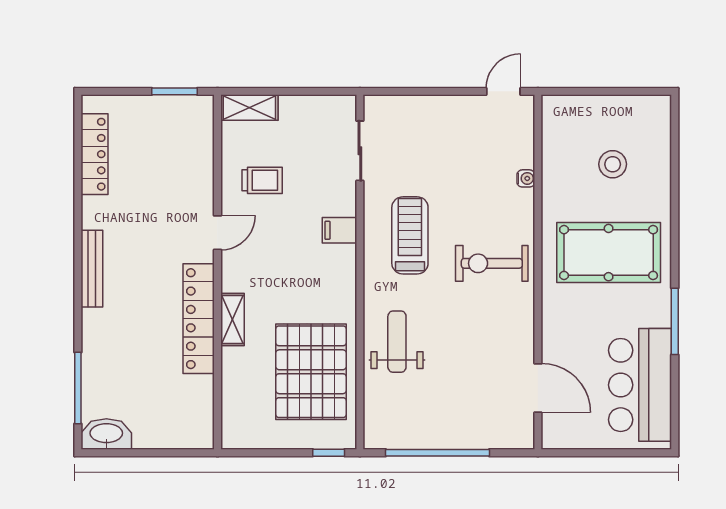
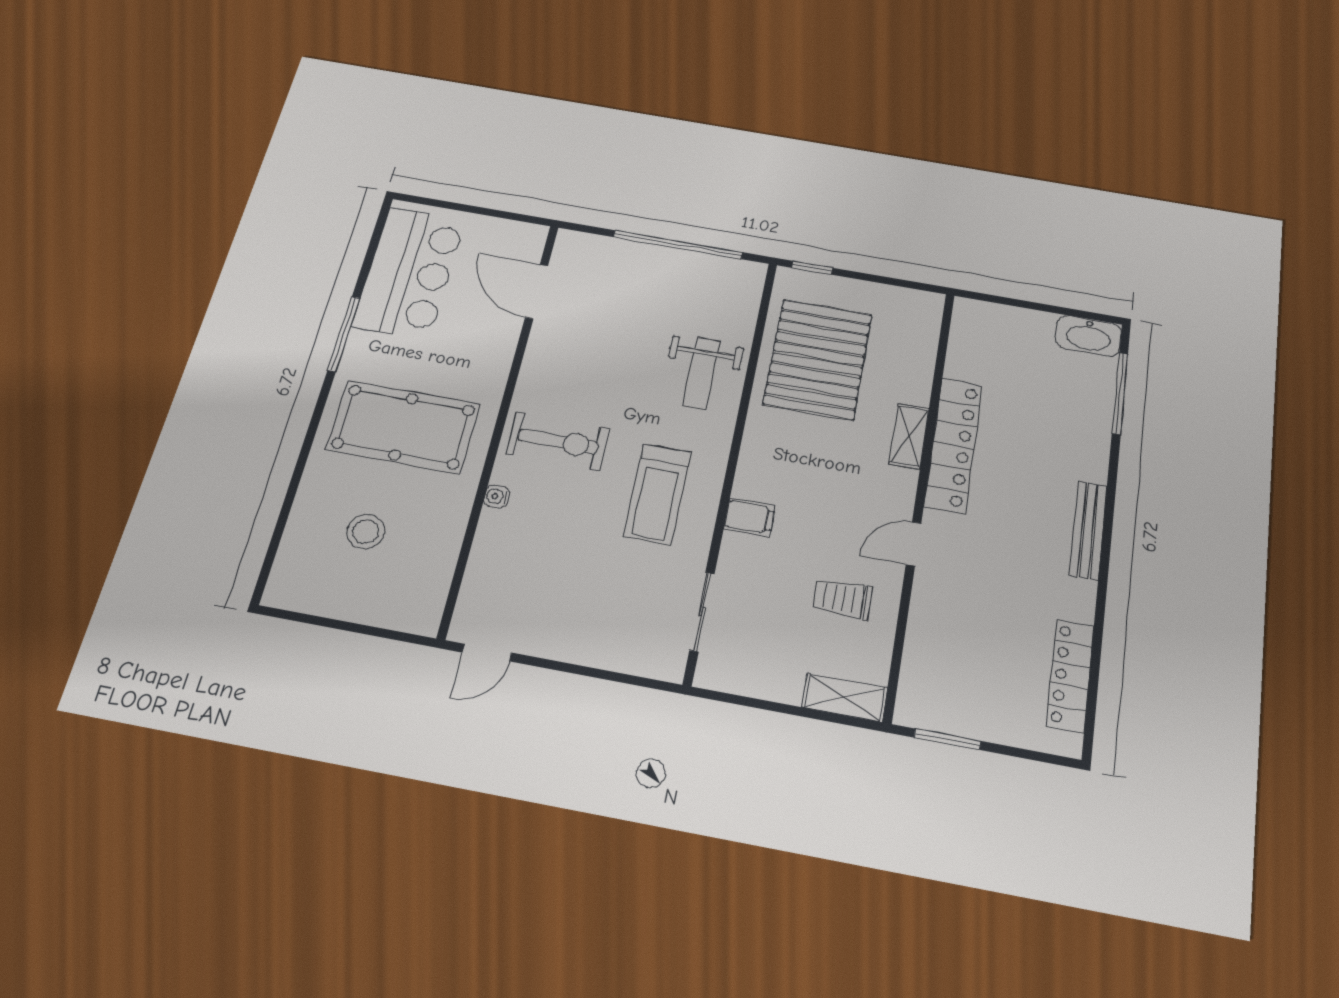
water cooler: (526, 178) -> (497, 496), moved

